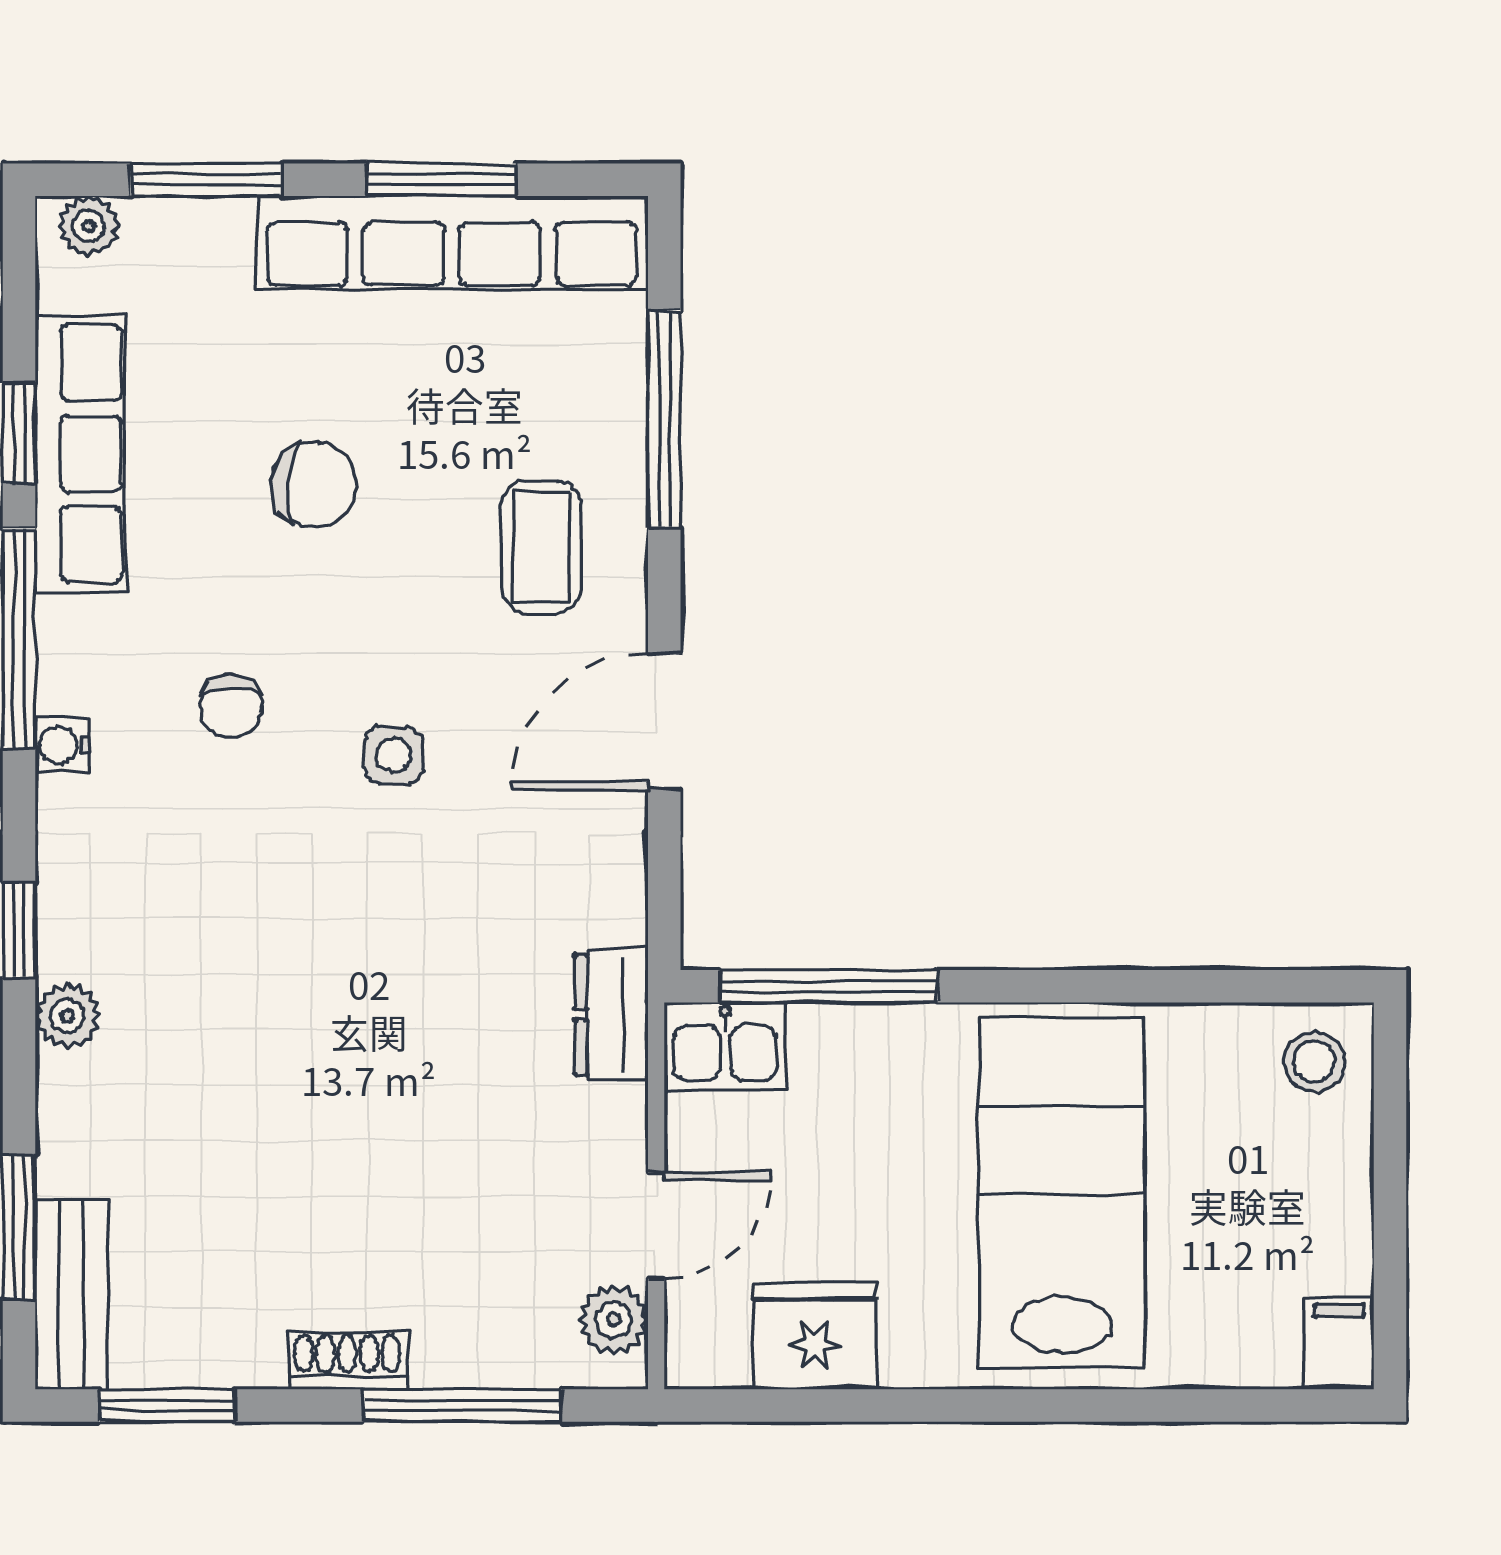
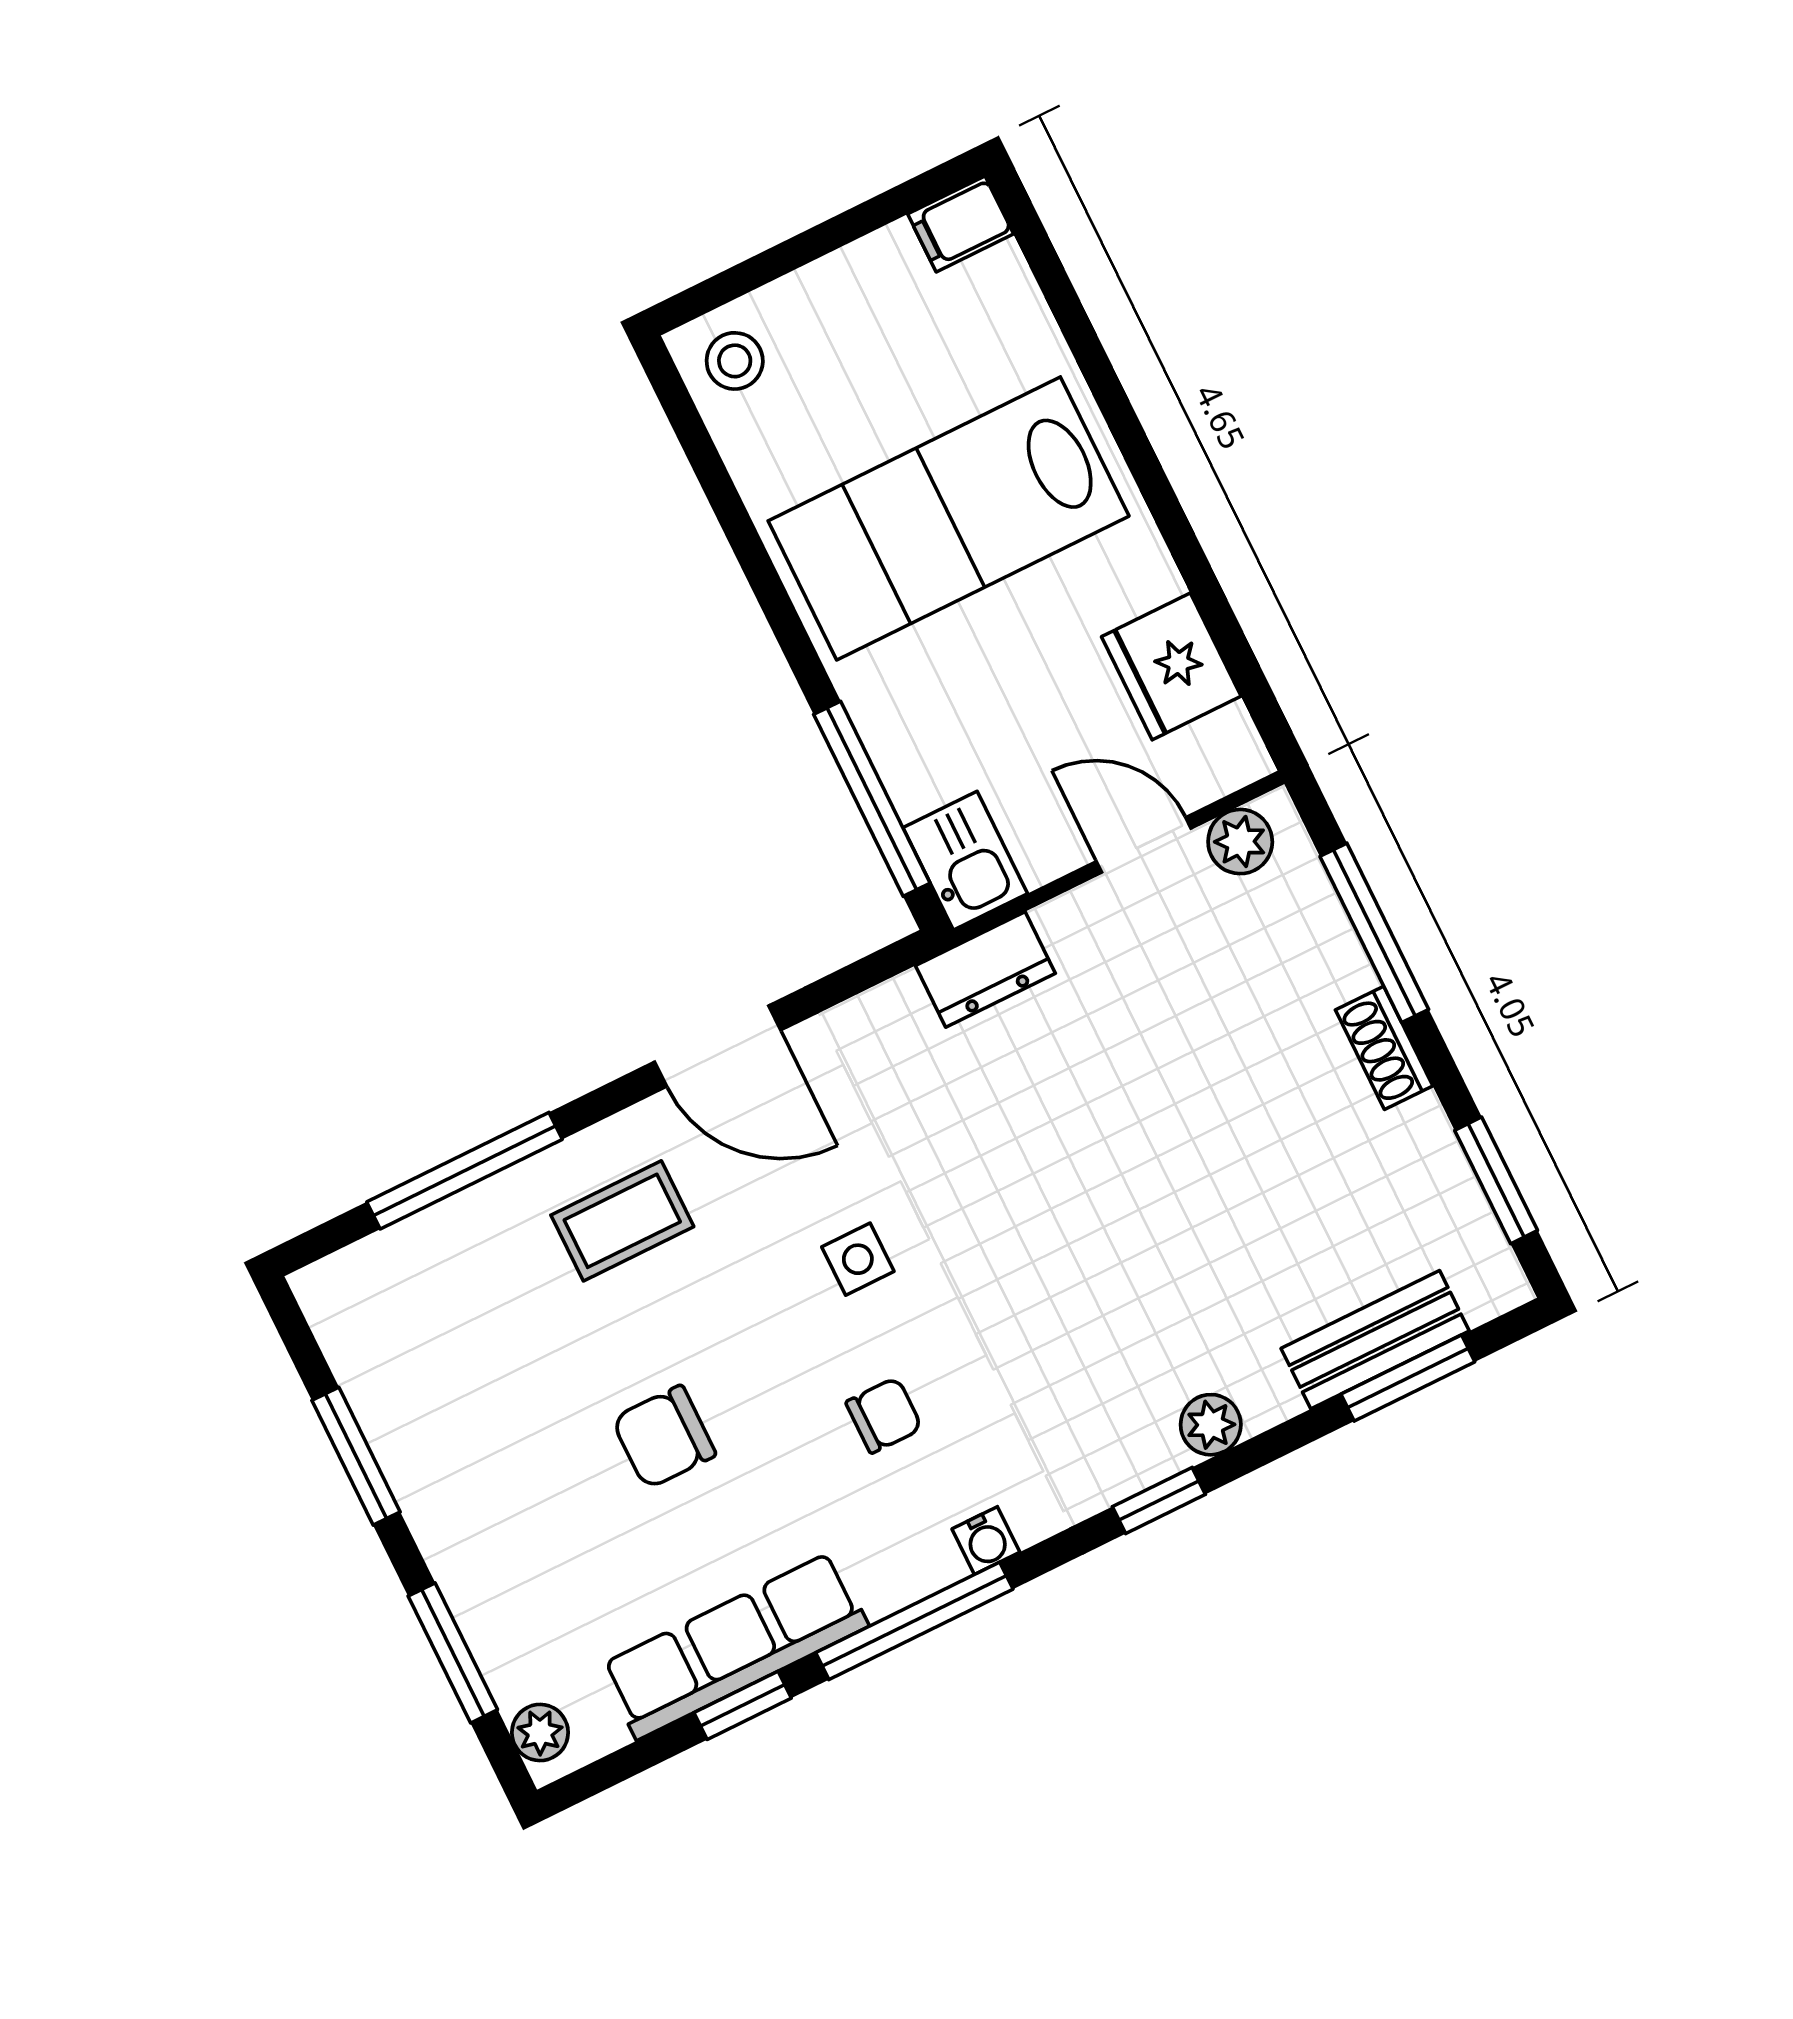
row of seats: (452, 242) -> (404, 1422), removed
chair: (314, 485) -> (664, 1437), turned -95
bench: (71, 1295) -> (1375, 1340), moved

